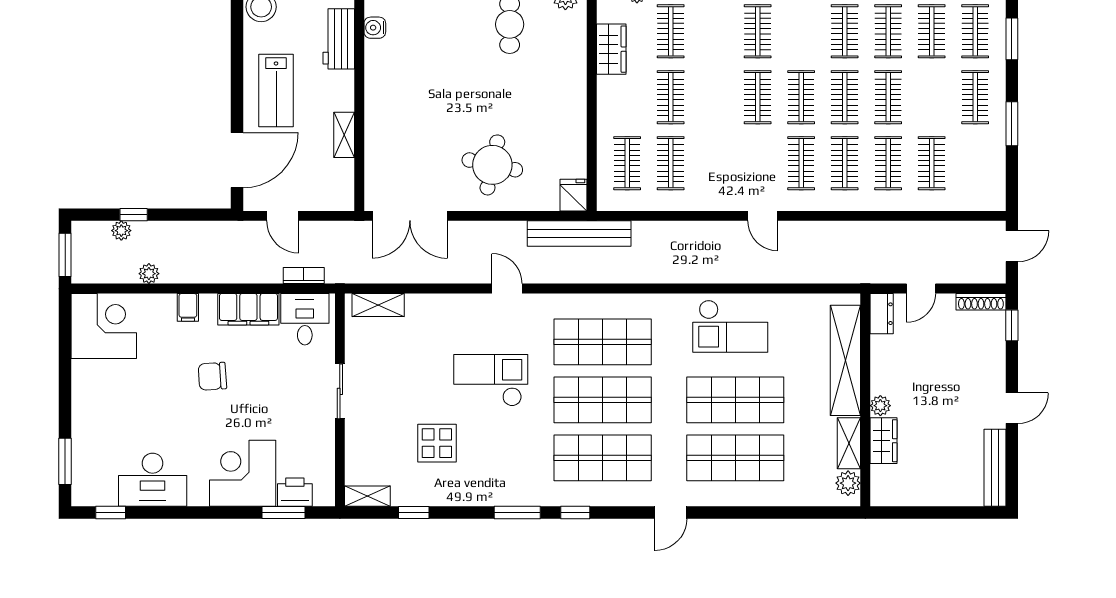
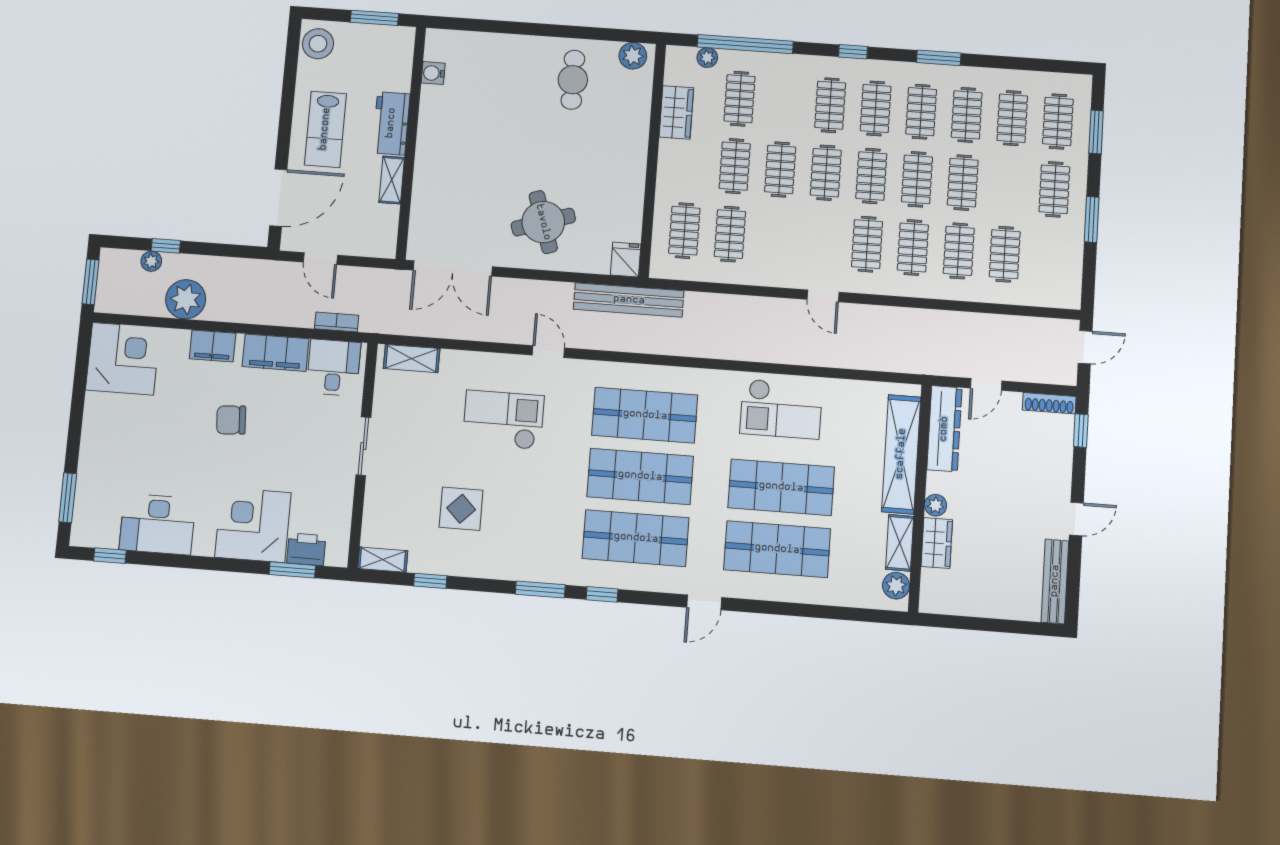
clothes rail: (801, 31) -> (876, 108), added
workbench: (339, 39) -> (391, 123), moved
clothes rail: (714, 97) -> (780, 169), added
round table: (492, 165) -> (543, 222), turned -30
plant: (149, 274) -> (186, 299), width x1.88, depth x1.88
filing cabinet: (188, 307) -> (213, 346), width x2.00
dresser: (882, 314) -> (944, 429), width x1.96, depth x1.24
checkout: (491, 380) -> (503, 420), moved

